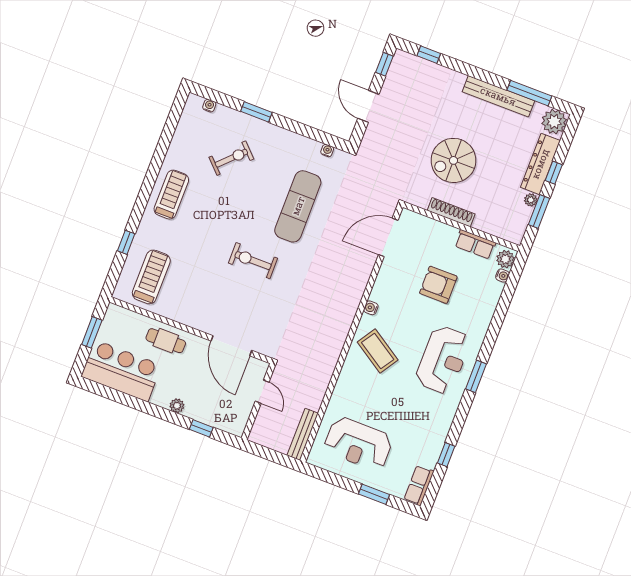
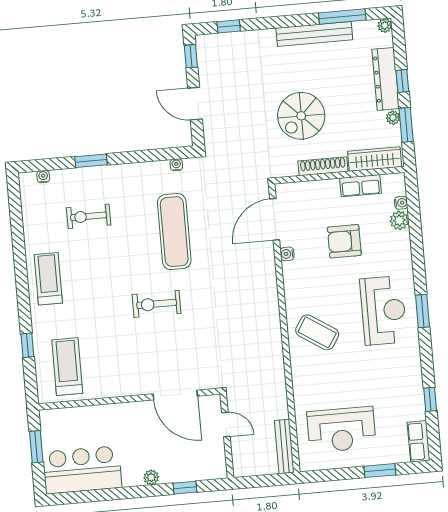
plant: (554, 122) -> (385, 25), width x0.53, depth x0.53
exercise bike: (231, 158) -> (89, 216), turned -135
wardrobe: (498, 227) -> (375, 159), added
plant: (505, 259) -> (399, 220), moved
water cooler: (371, 308) -> (287, 254), moved
cafe table: (166, 341) -> (110, 421), removed

